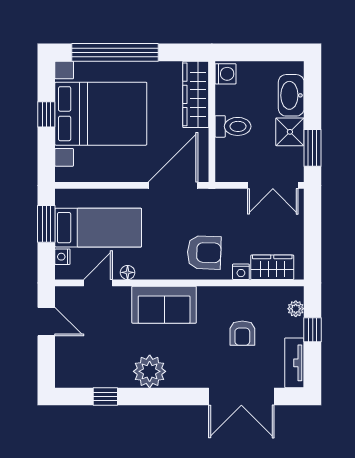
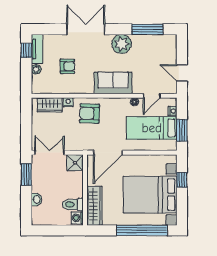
washbasin: (291, 95) -> (36, 199), width x0.52, depth x0.69
window: (46, 114) -> (182, 180), moved
toilet: (233, 126) -> (73, 204), moved
shower: (290, 132) -> (75, 163), moved
plant: (296, 309) -> (36, 69), moved
window: (313, 330) -> (26, 50), moved
armchair: (242, 333) -> (67, 66), turned 90
window: (105, 396) -> (147, 29), width x2.17
double door: (241, 396) -> (86, 29), moved

